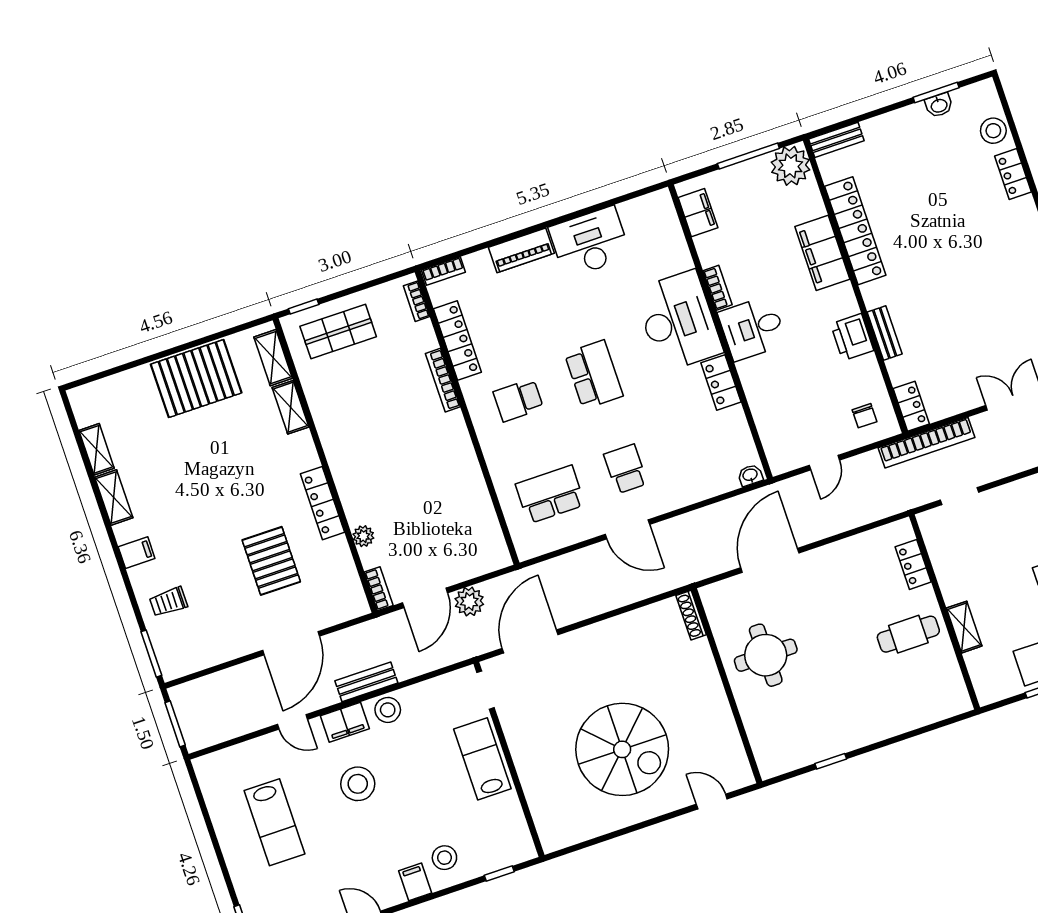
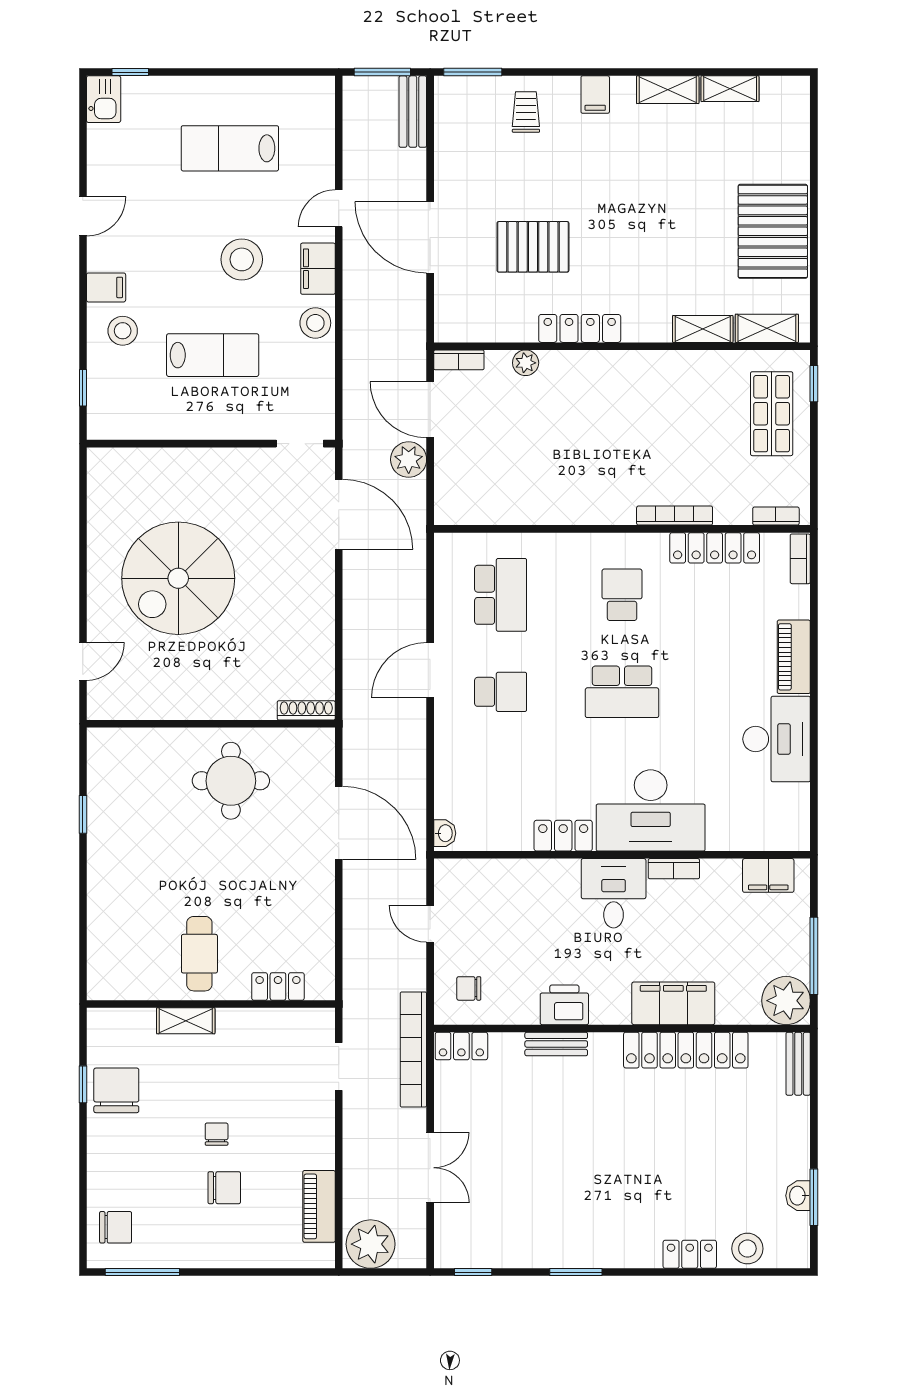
bench: (366, 682) -> (413, 112), moved
lab bench: (482, 759) -> (213, 355), moved

